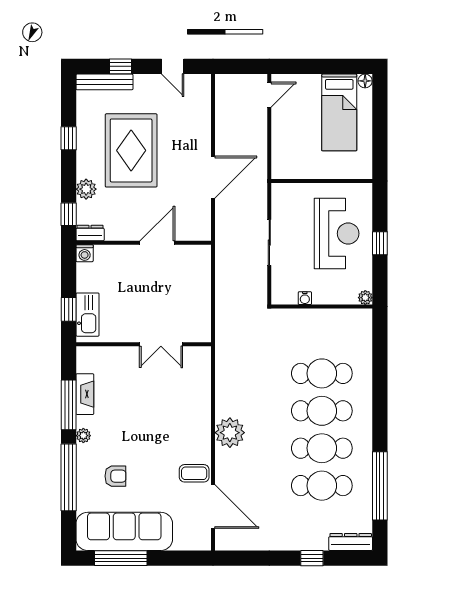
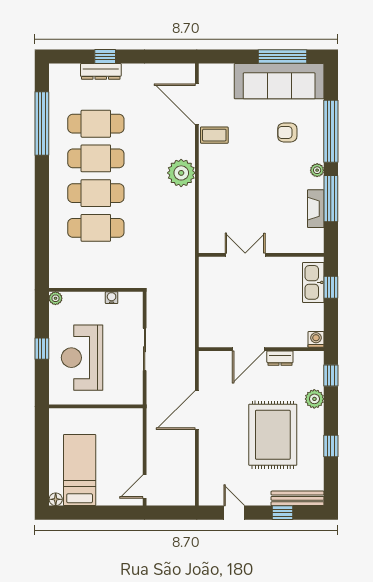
dresser: (90, 233) -> (280, 358), moved
dresser: (351, 542) -> (101, 71), moved

